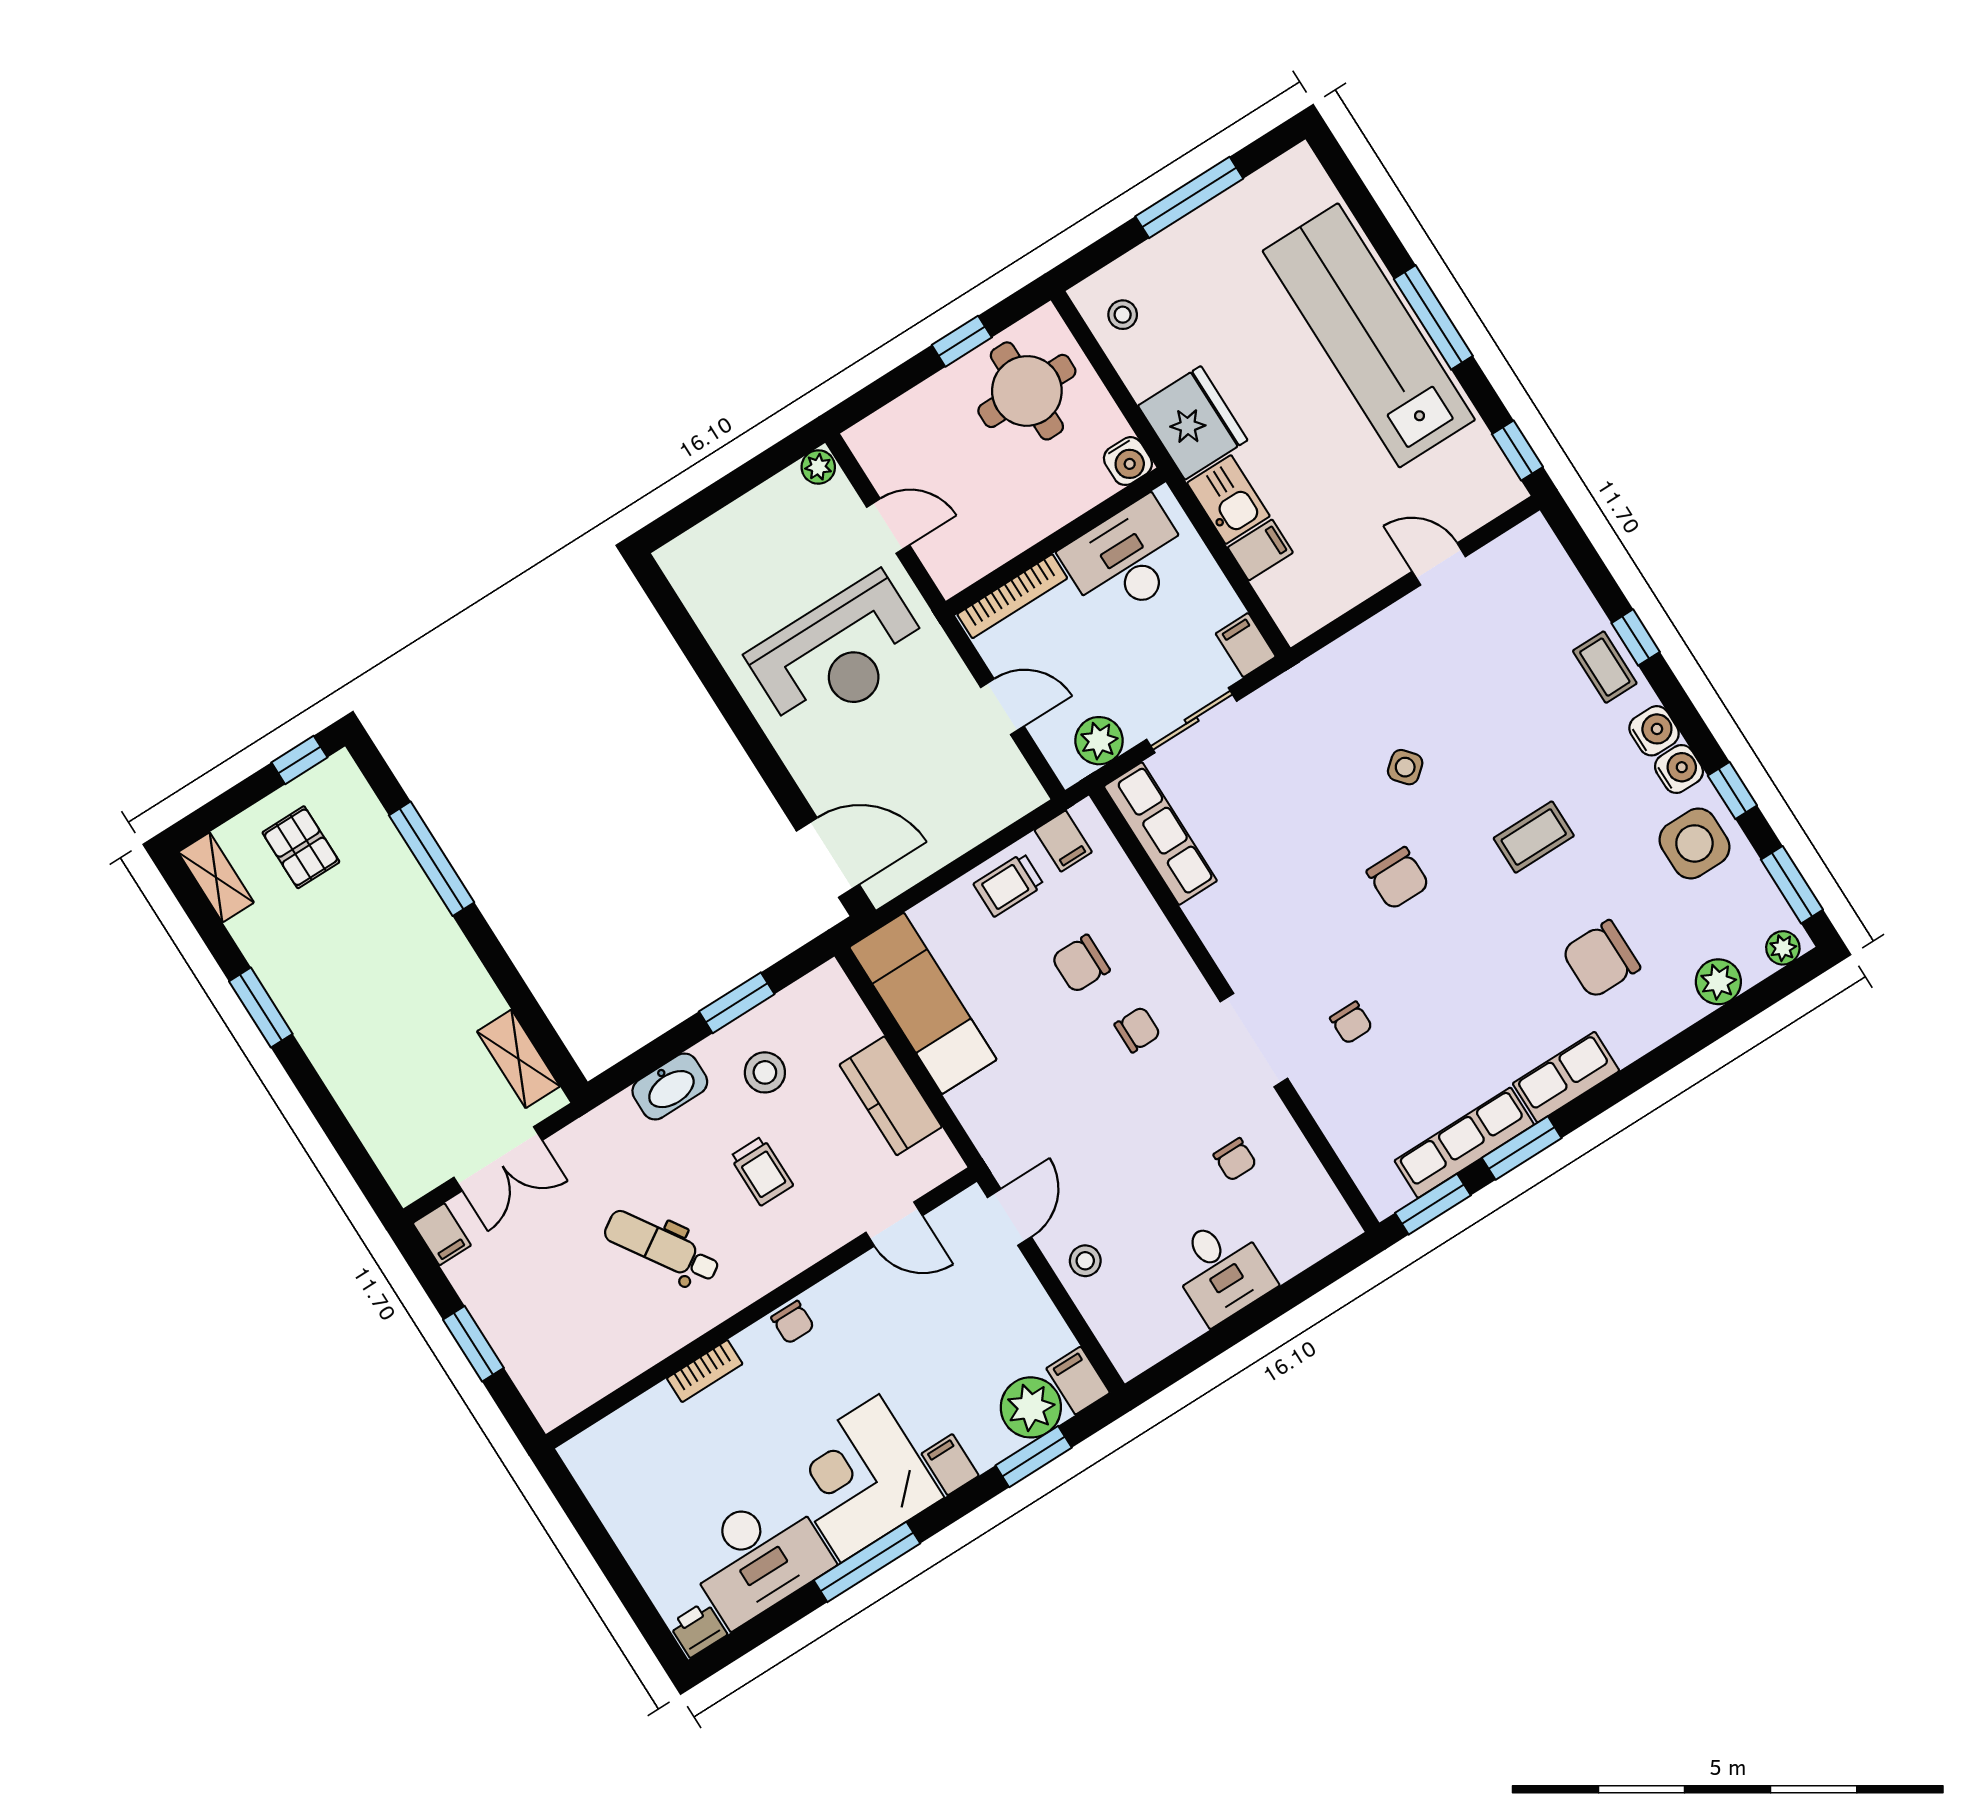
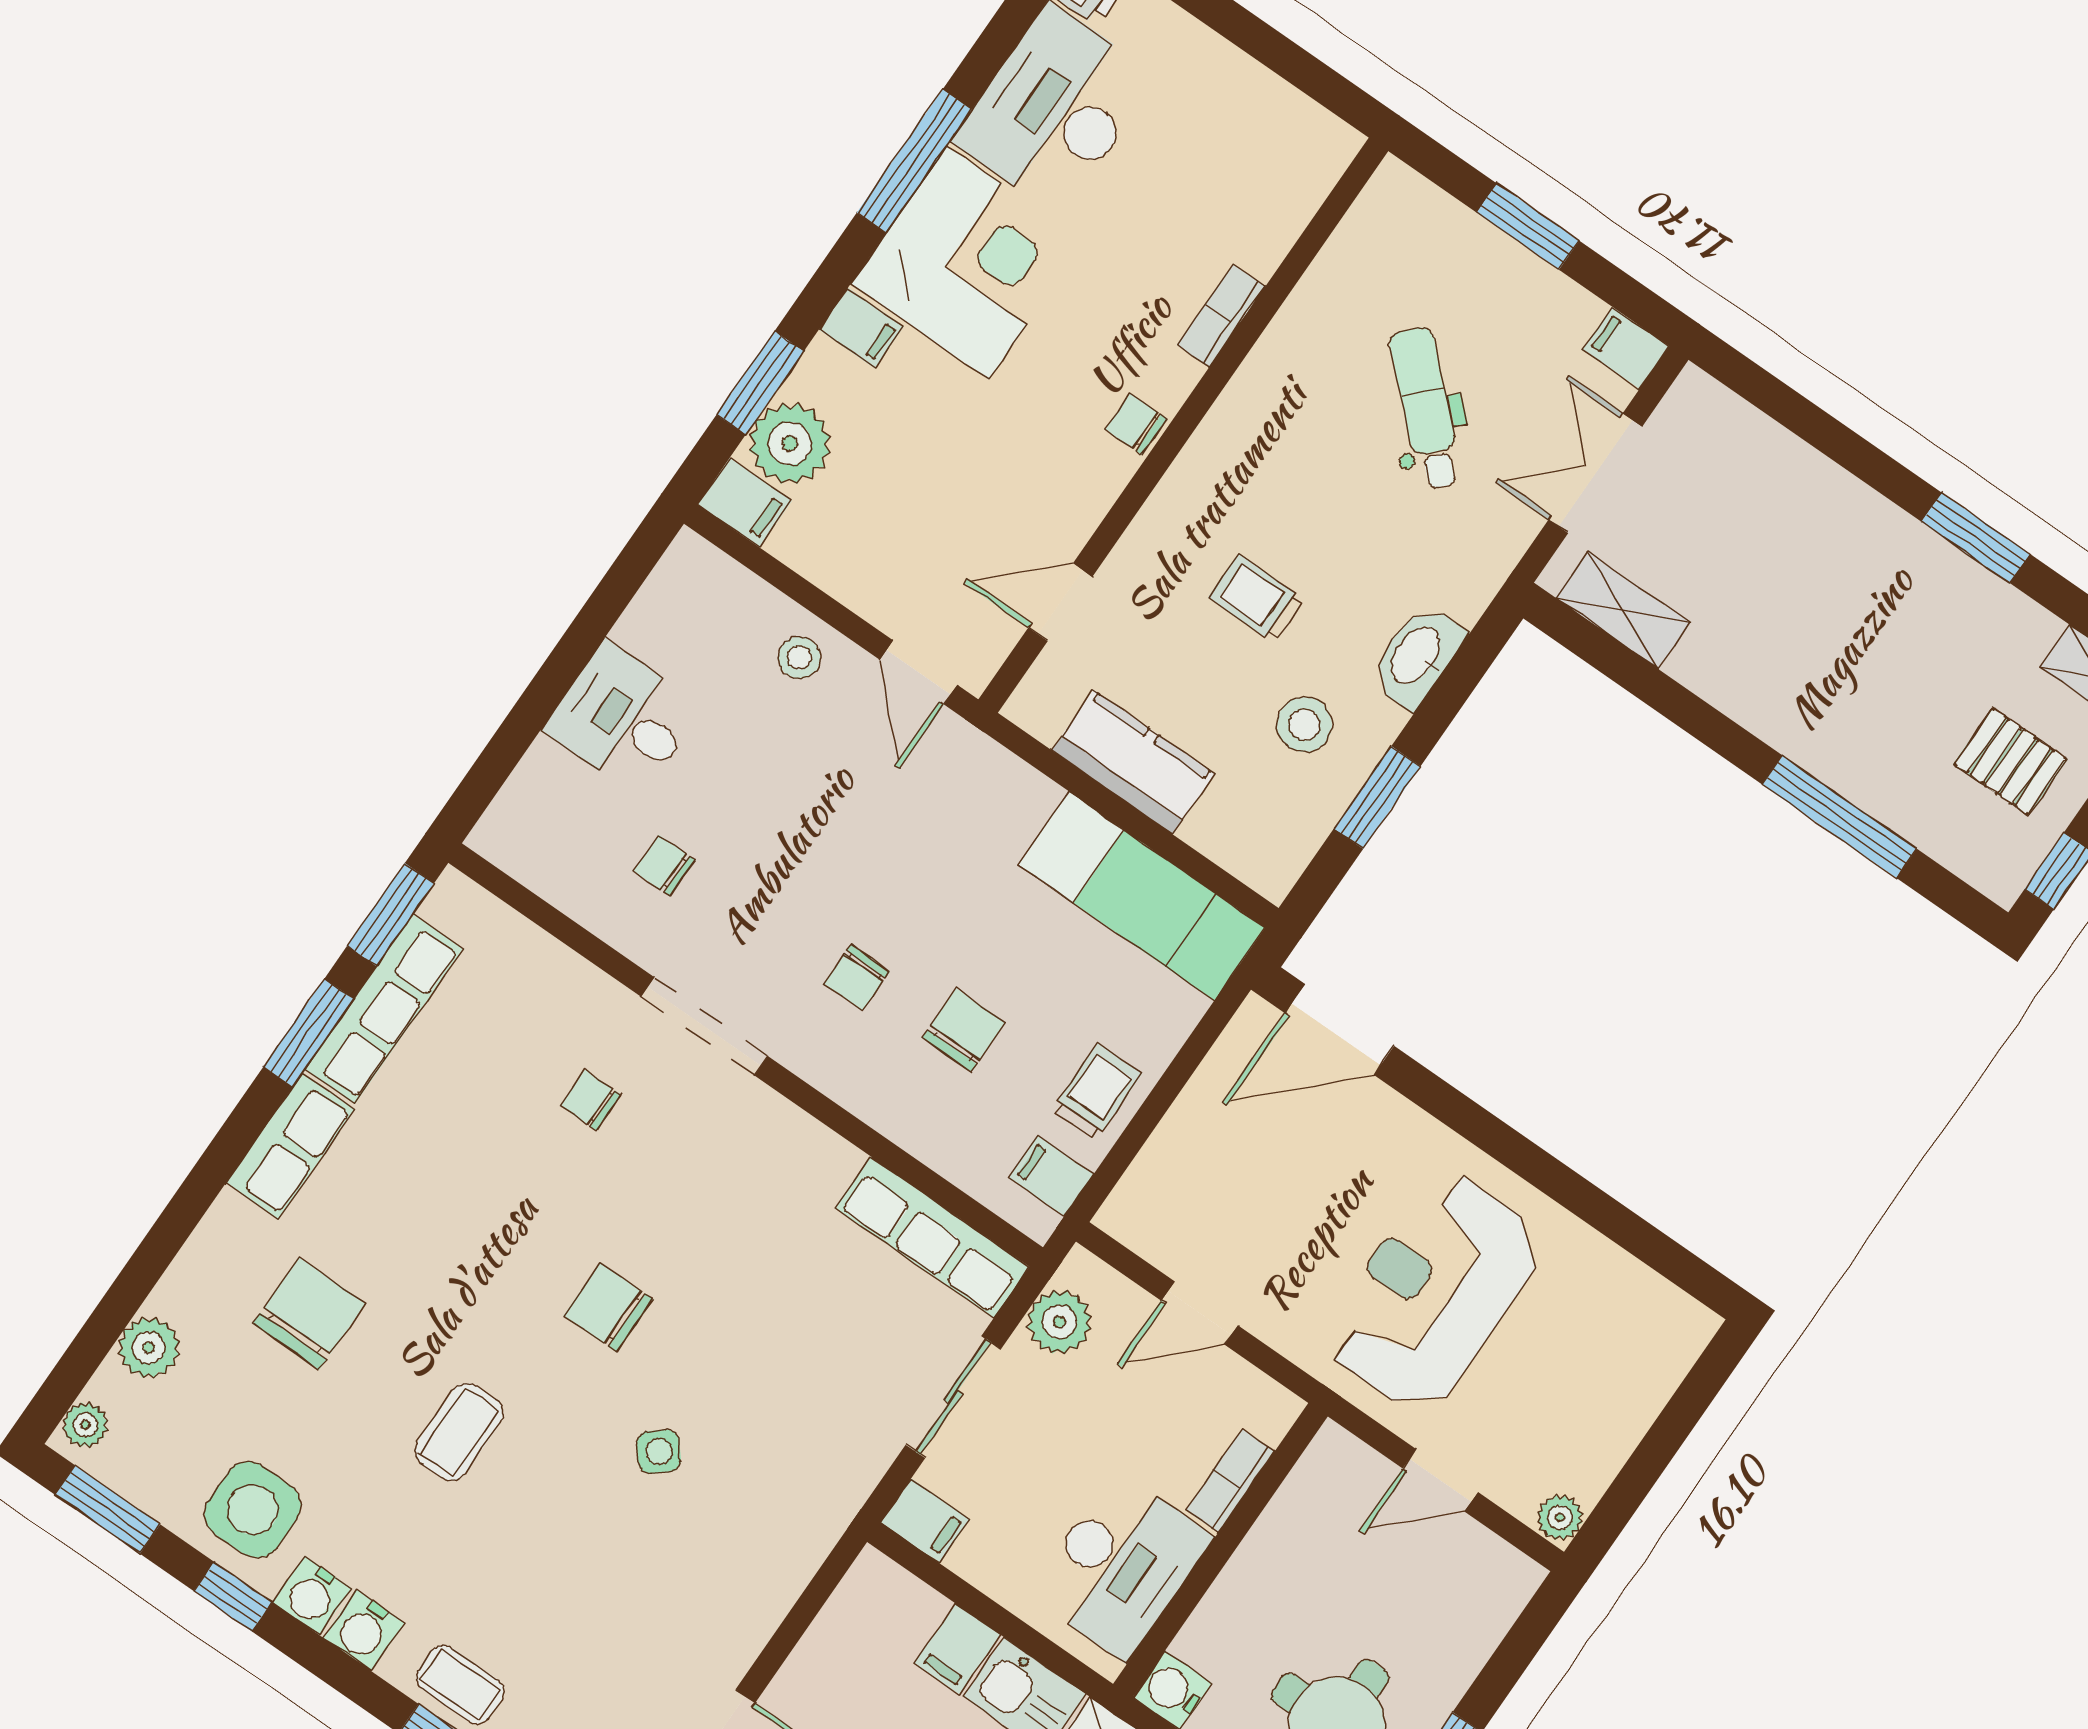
bookcase: (1012, 596) -> (1230, 1481), width x0.64
dental chair: (662, 1247) -> (1426, 408), moved, turned -104

